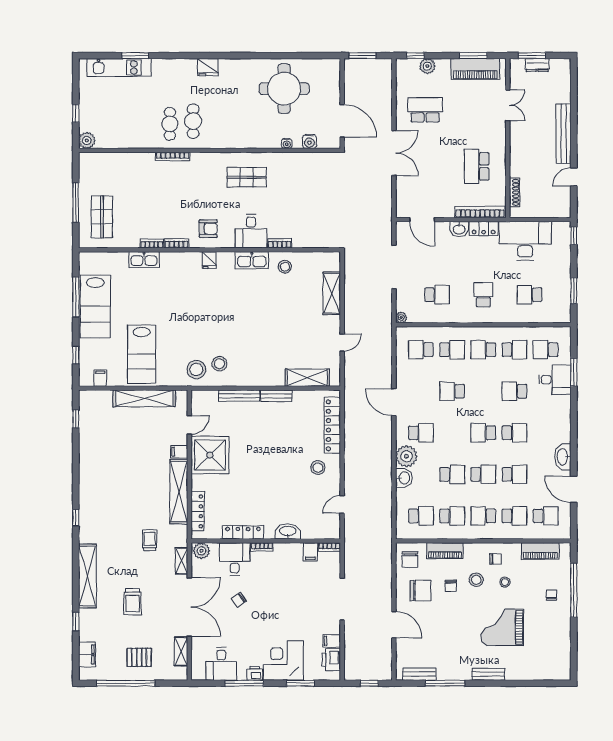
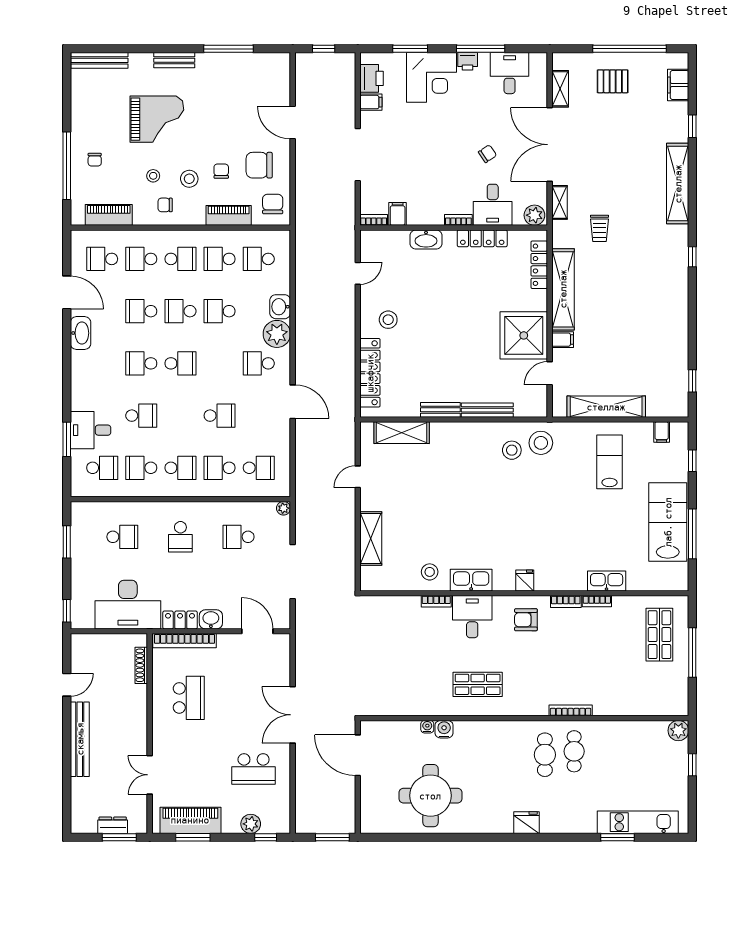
water cooler: (309, 142) -> (444, 729), moved
lab bench: (142, 354) -> (610, 462), width x0.73, depth x0.72
trolley: (133, 602) -> (621, 151), removed
bench: (419, 674) -> (99, 60), moved, width x1.36

